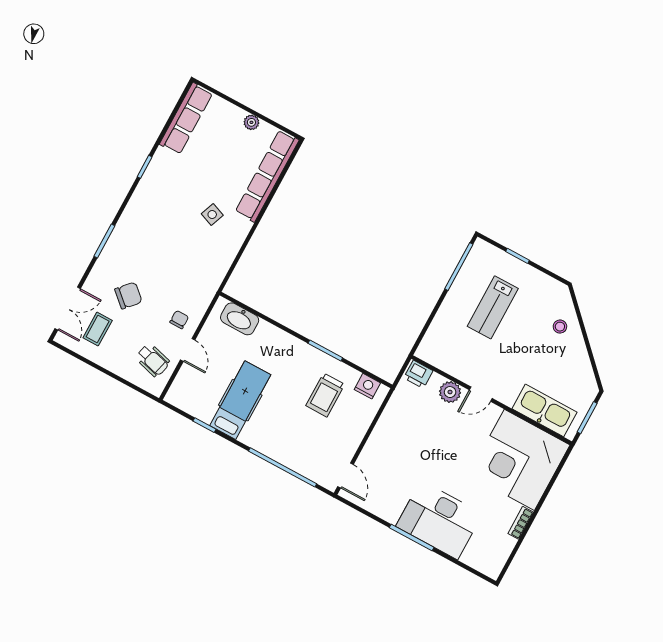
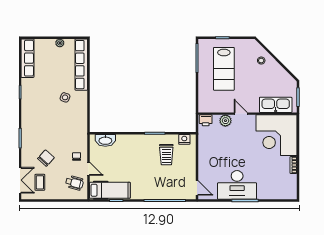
lab bench: (493, 307) -> (224, 69), width x1.36, depth x1.39
door: (481, 394) -> (241, 114), swing flipped
hospital bed: (240, 400) -> (110, 190), moved, turned 90
desk: (439, 520) -> (237, 185), moved

